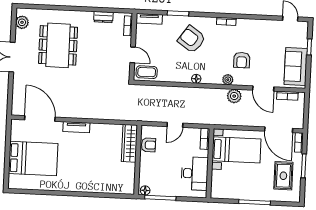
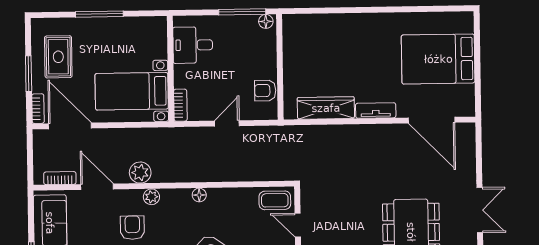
wardrobe: (129, 143) -> (326, 108), moved, turned -90
desk: (195, 173) -> (193, 45), width x0.73

